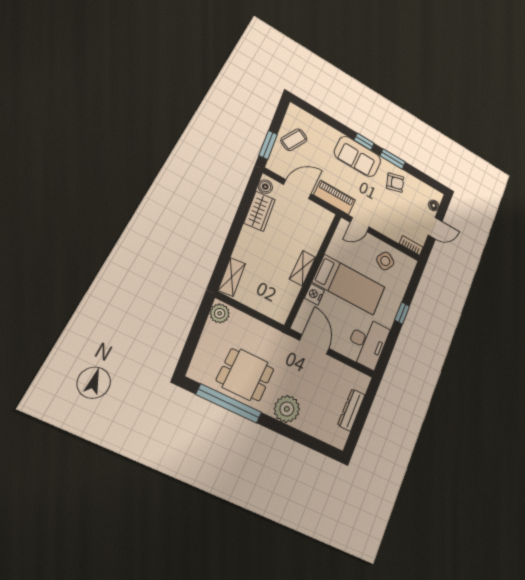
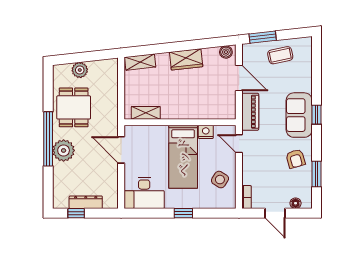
coffee table: (294, 140) -> (280, 55), turned -40
window: (393, 159) -> (316, 174), moved
wardrobe: (260, 211) -> (186, 59), moved
shelving: (303, 268) -> (146, 113), moved
nightstand: (314, 294) -> (206, 132), moved
plant: (220, 313) -> (80, 70), moved
door: (314, 344) -> (121, 150), swing flipped
window: (229, 403) -> (48, 139), moved
window: (358, 426) -> (76, 213), added

